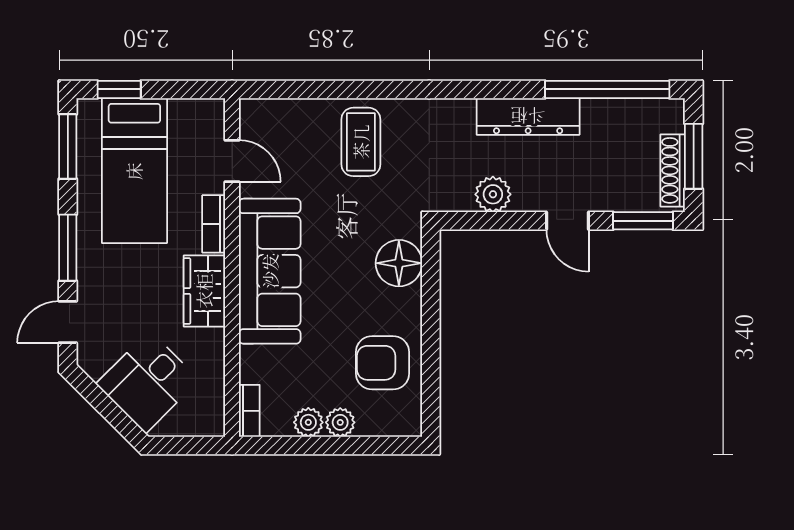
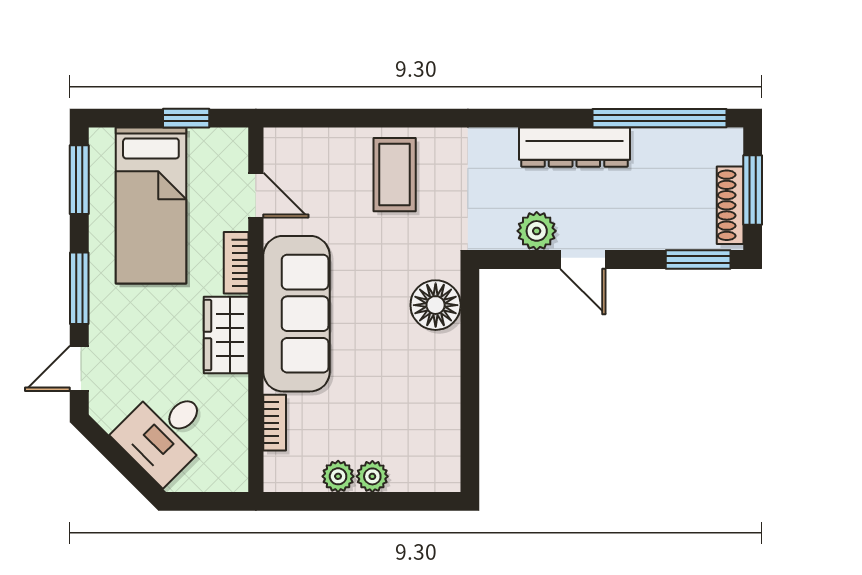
window: (119, 89) -> (186, 118), moved
door: (568, 221) -> (583, 259), moved
armchair: (383, 363) -> (418, 412), removed
bookcase: (249, 411) -> (275, 423), moved

